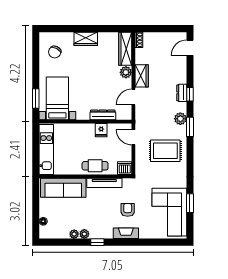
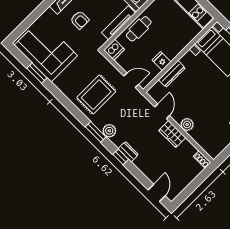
wardrobe: (125, 49) -> (206, 142), removed

